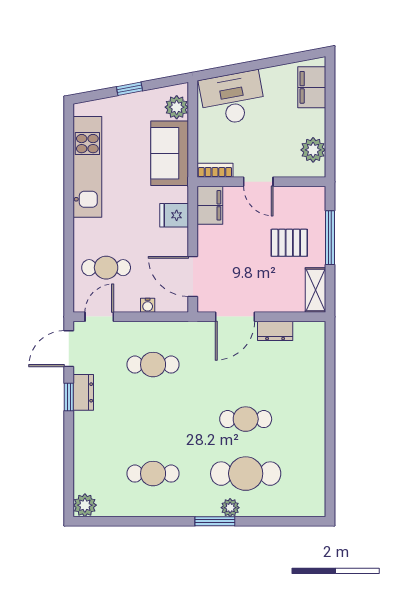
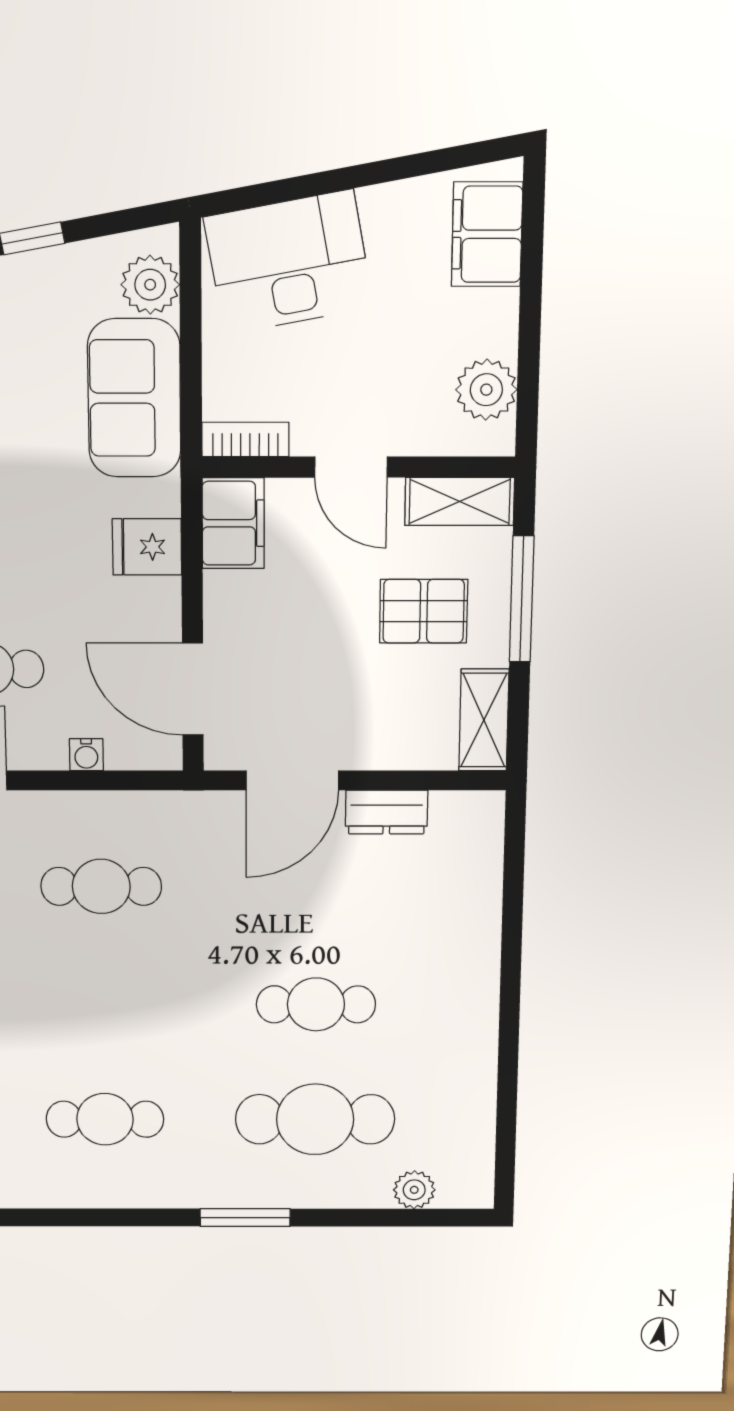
shelving: (303, 196) -> (460, 501), added
plant: (230, 508) -> (414, 1190), moved

